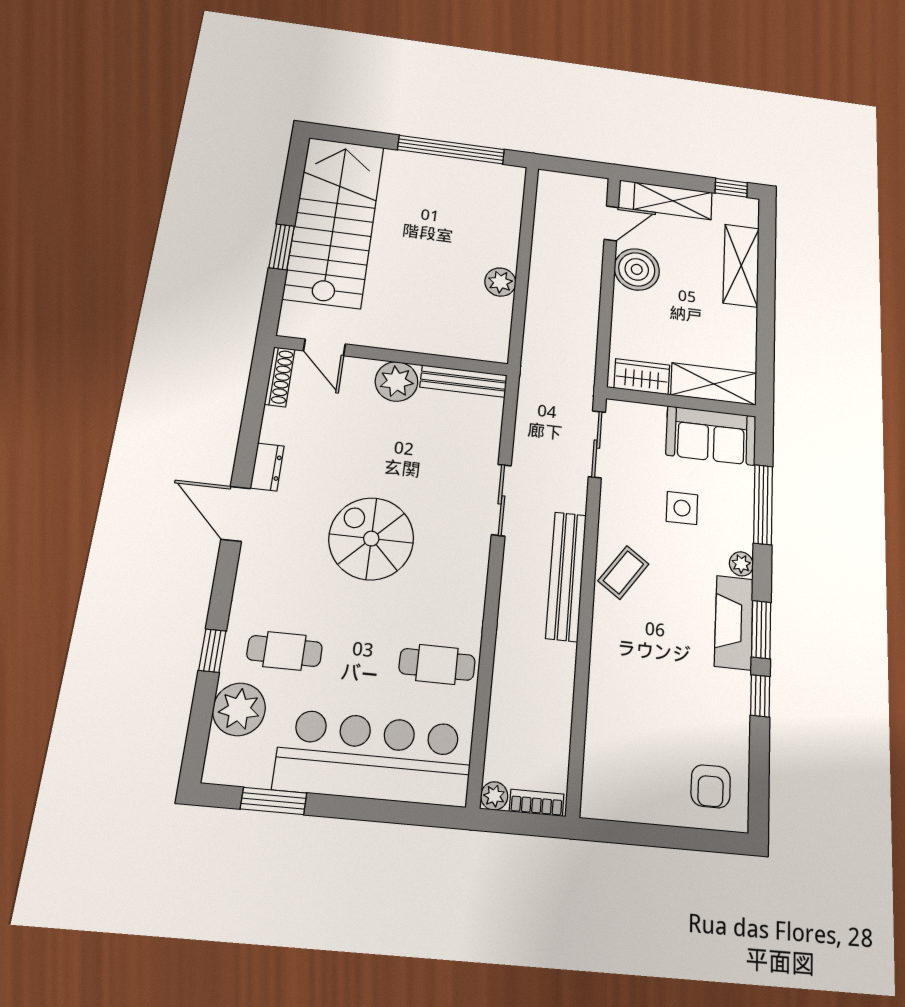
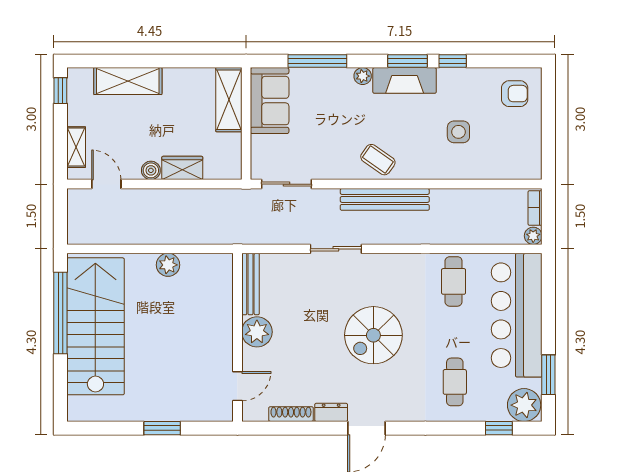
shelving: (673, 201) -> (76, 147), width x0.67, depth x0.75
stairs: (334, 221) -> (95, 326), moved, turned 90
boiler: (637, 269) -> (151, 170), width x0.54, depth x0.54
shoe rack: (280, 377) -> (291, 414), moved
wardrobe: (642, 377) -> (182, 168), moved, turned 90
side table: (682, 508) -> (458, 132), moved
window: (212, 651) -> (499, 428), moved
plant: (239, 709) -> (524, 405), moved

